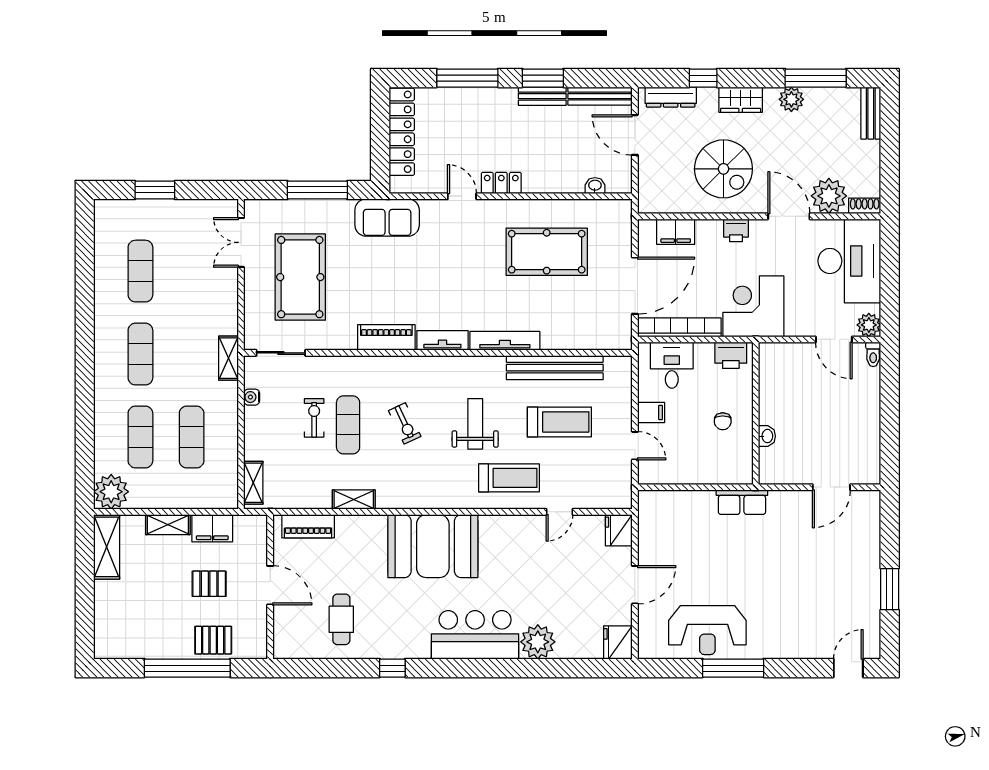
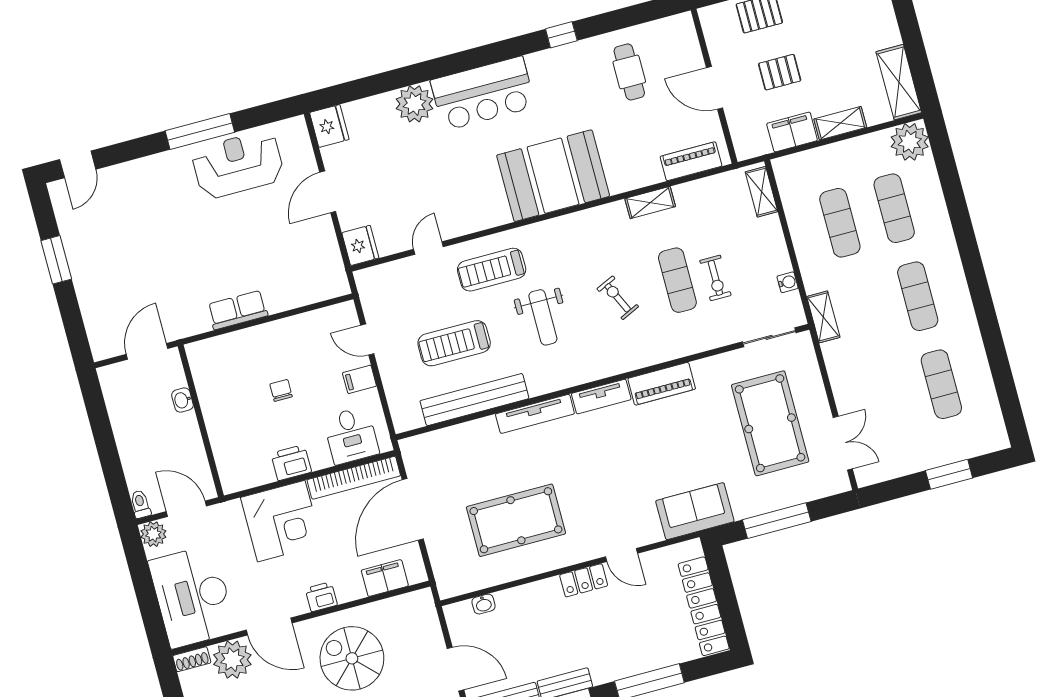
wall: (756, 413) -> (201, 421), moved
washbasin: (767, 436) -> (182, 400), moved

